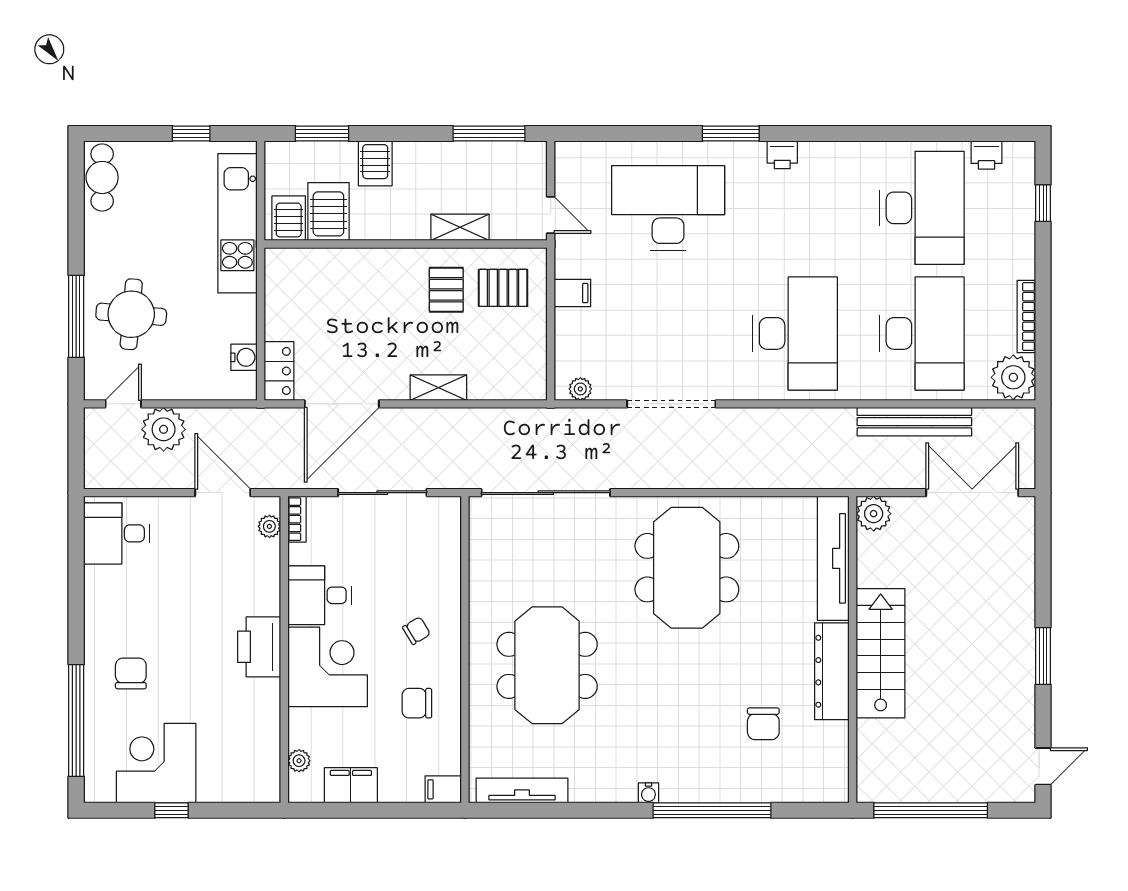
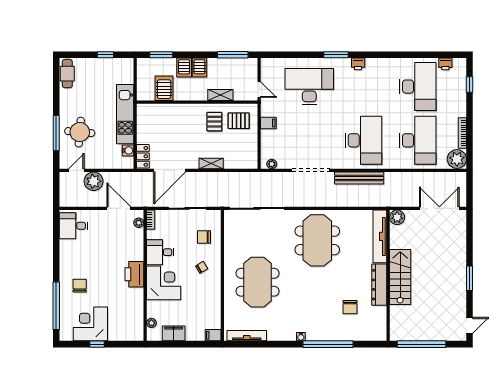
server rack: (289, 218) -> (199, 68), moved, turned 180
kitchen unit: (237, 223) -> (125, 114), moved
bench: (914, 422) -> (359, 178), moved
chair: (417, 703) -> (204, 237), moved

